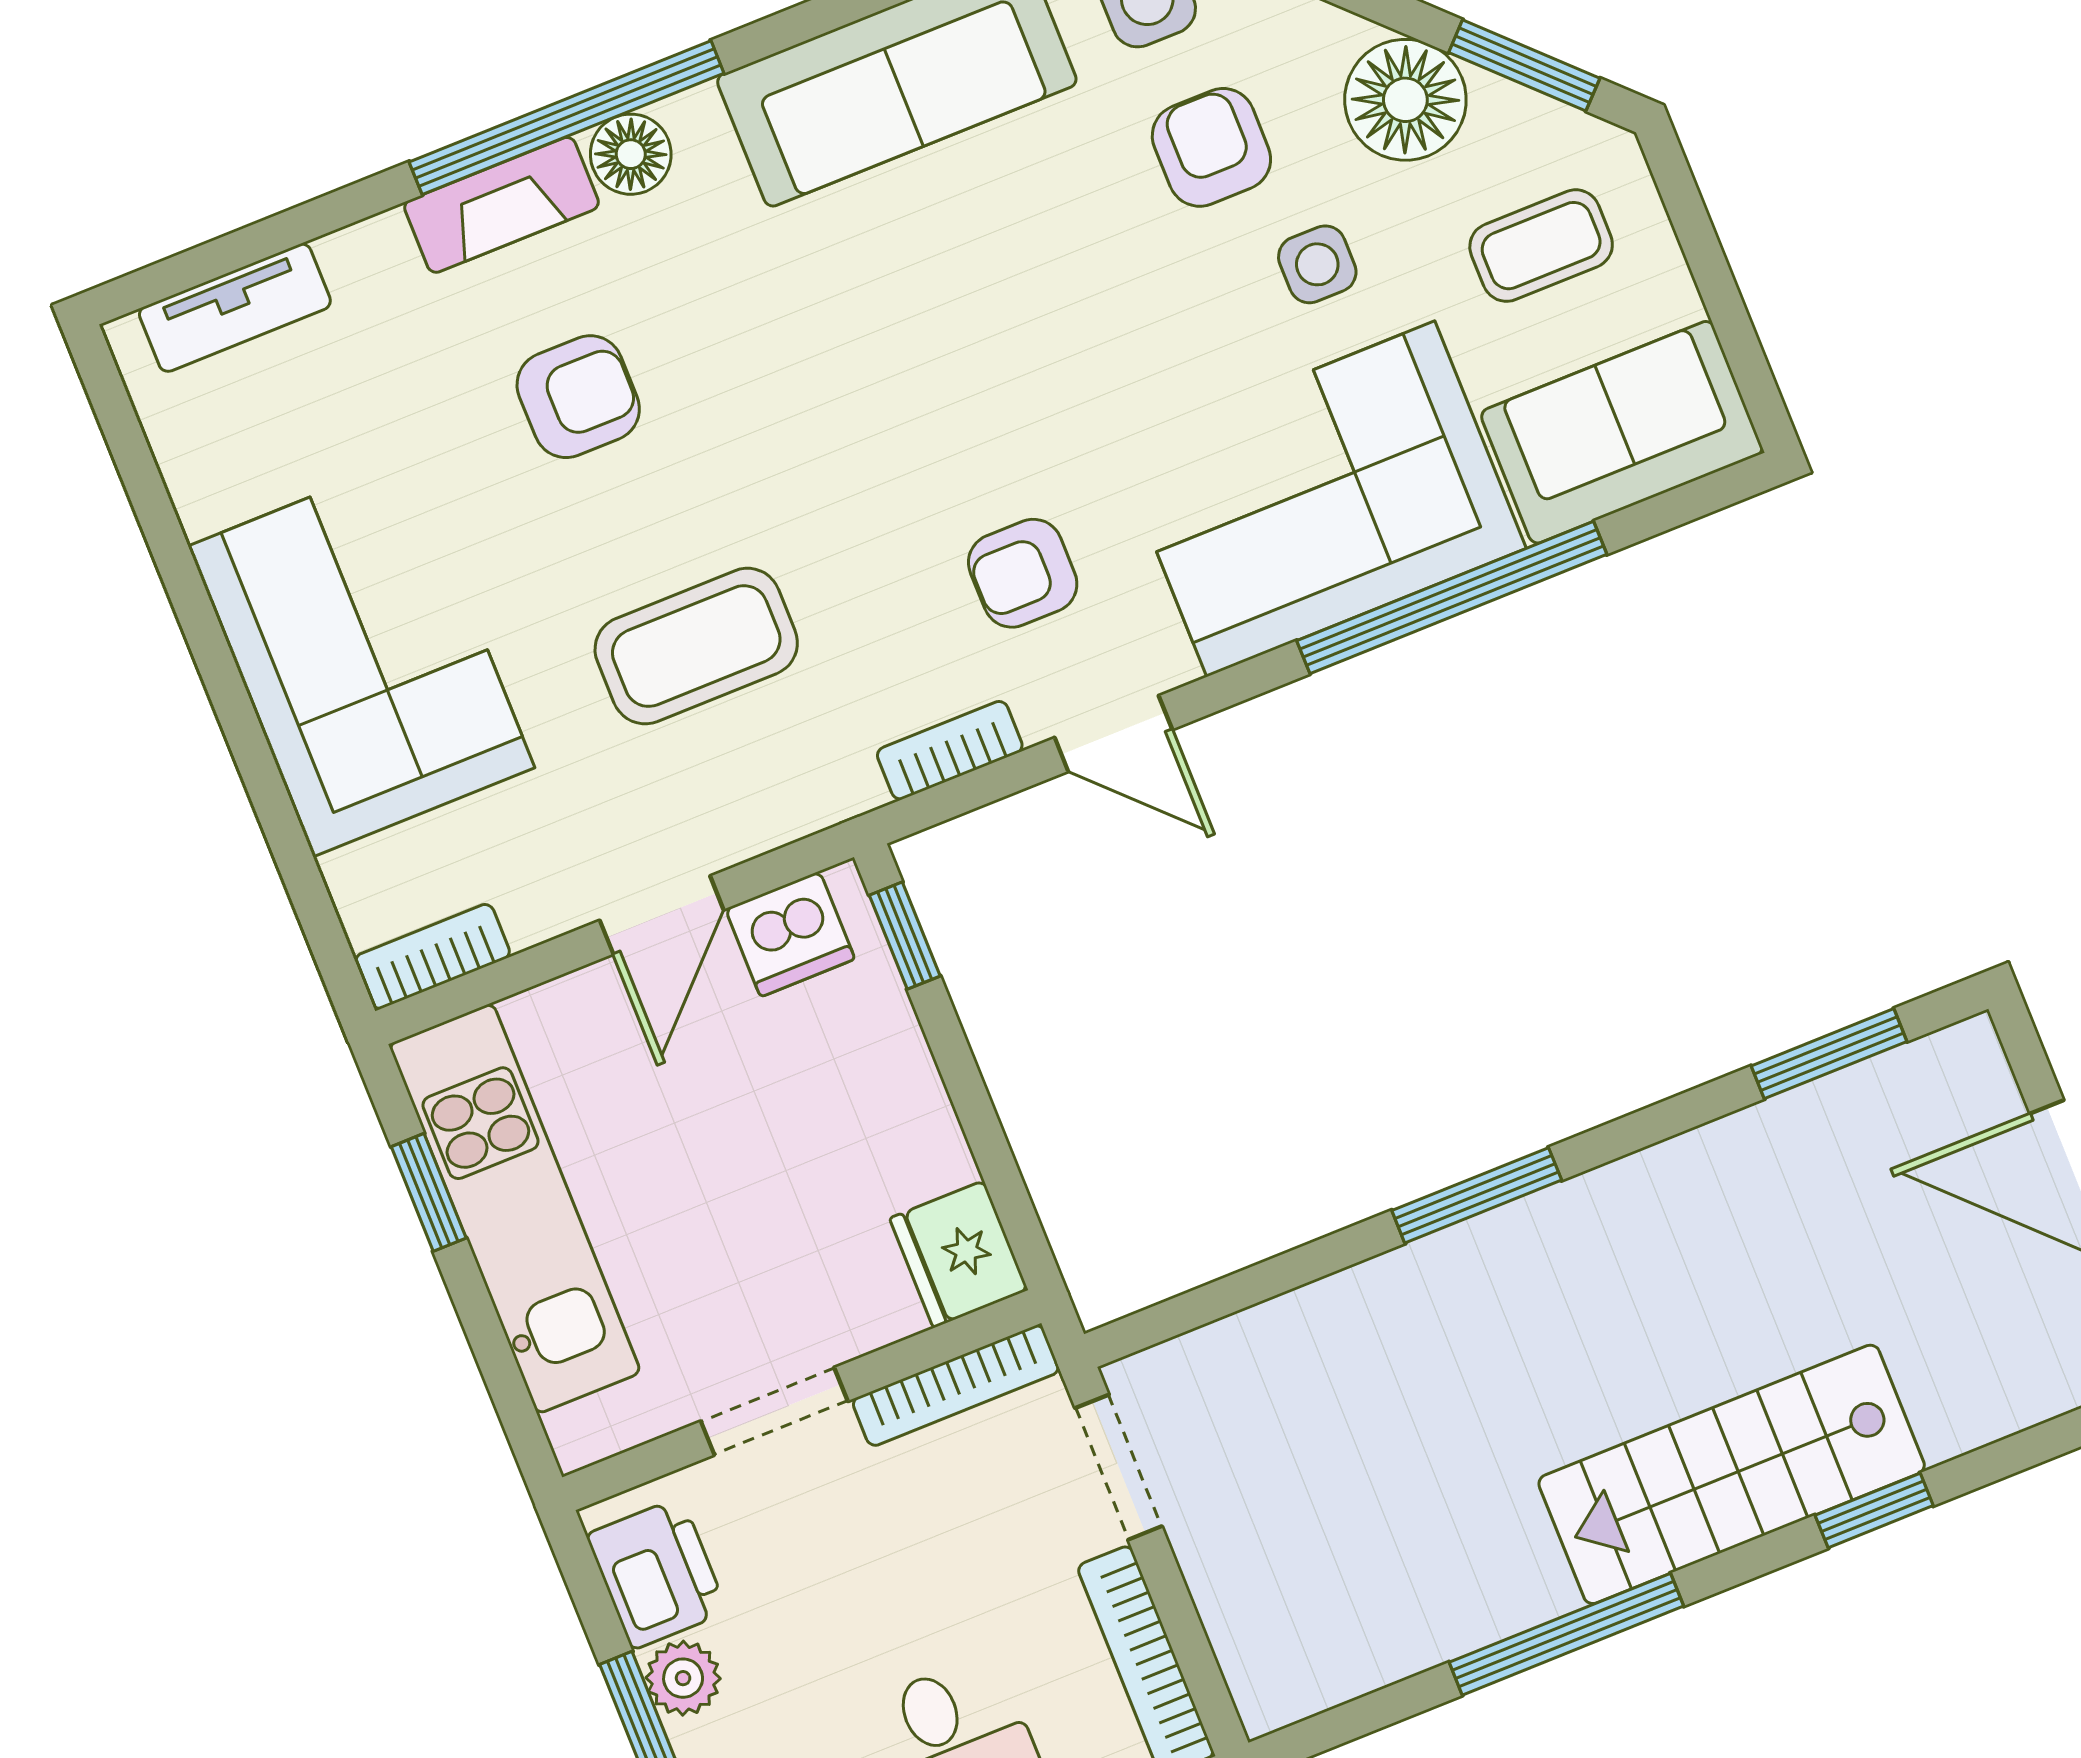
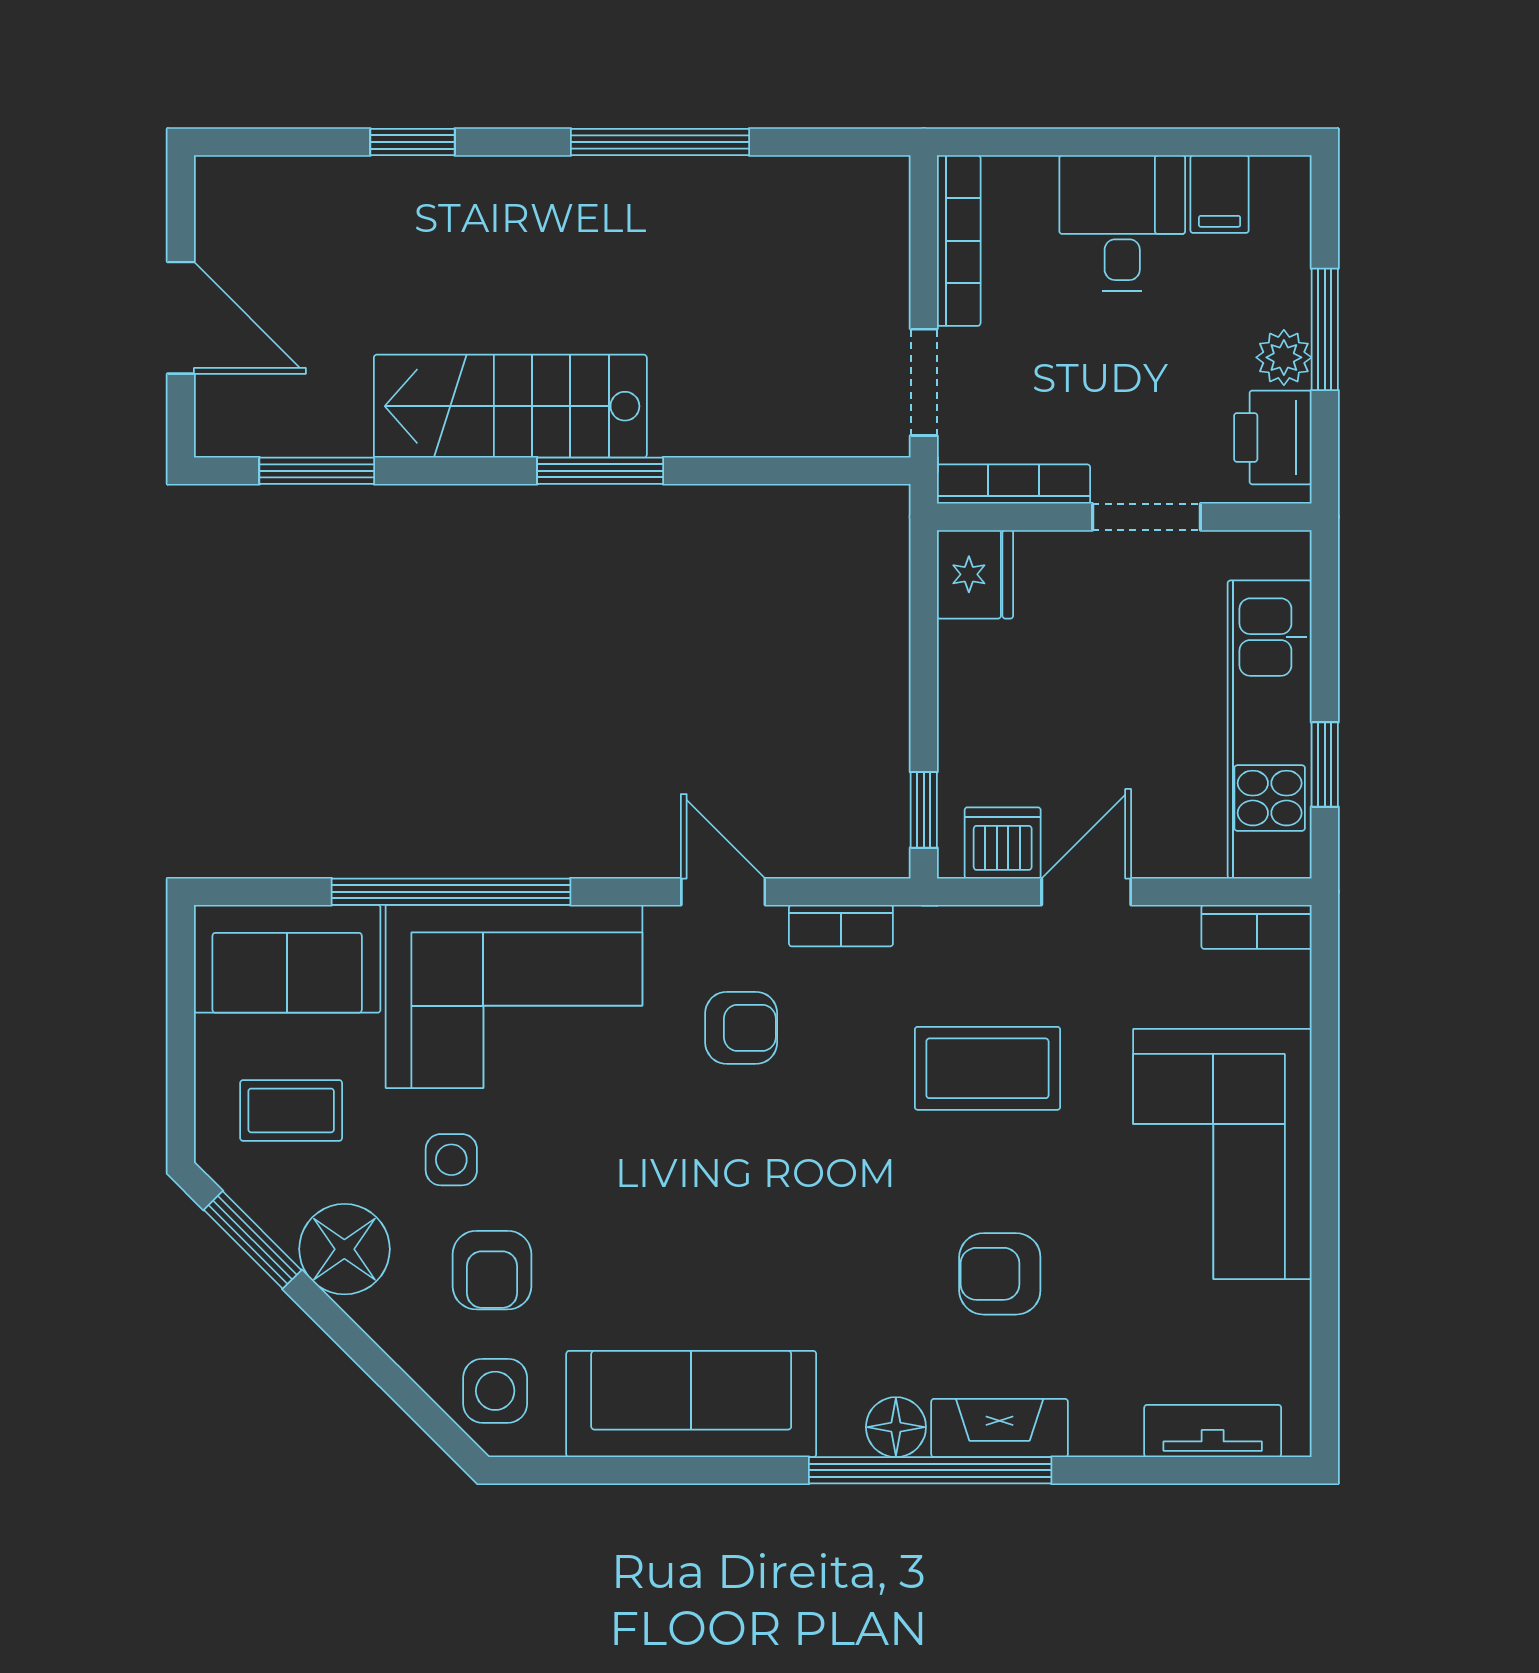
stairs: (1732, 1474) -> (510, 406), moved, turned 180

